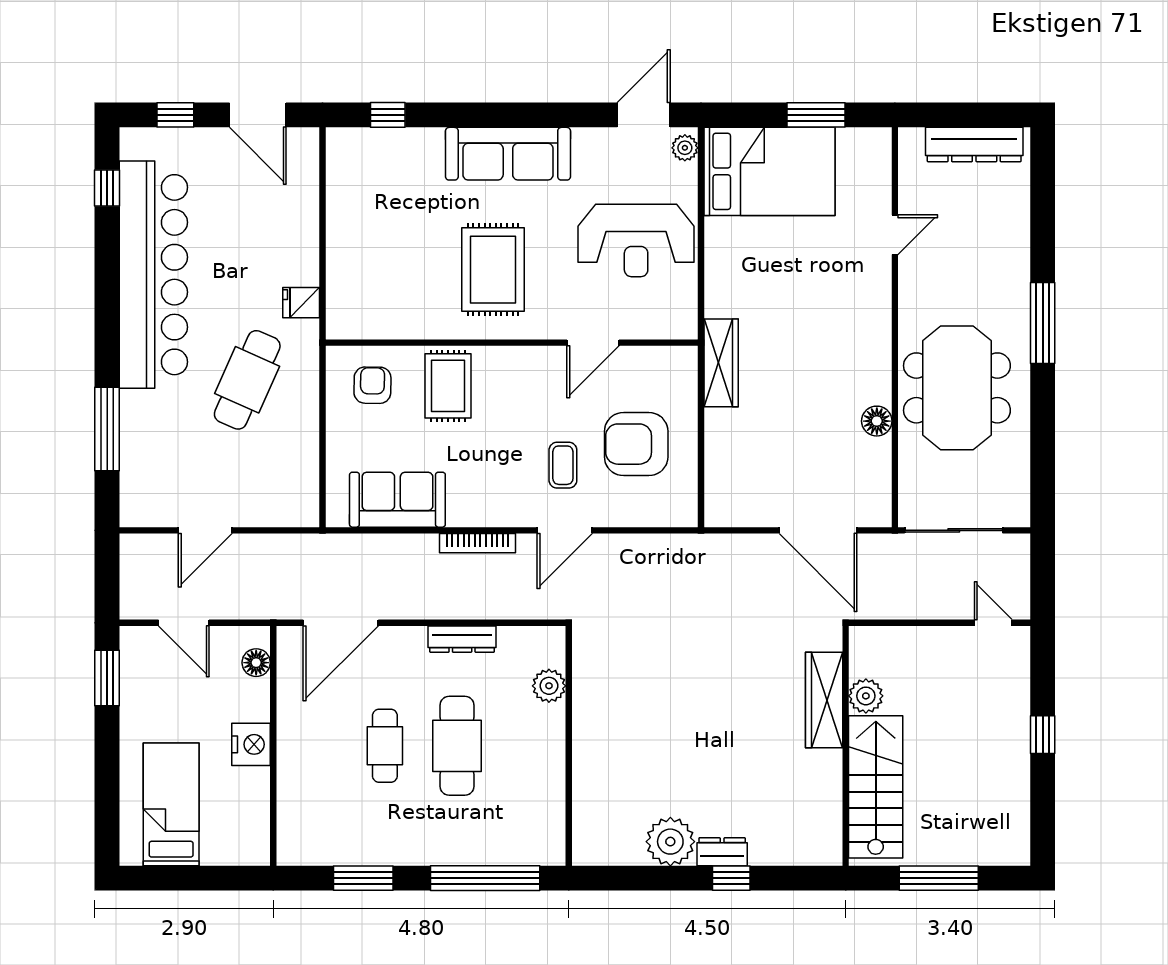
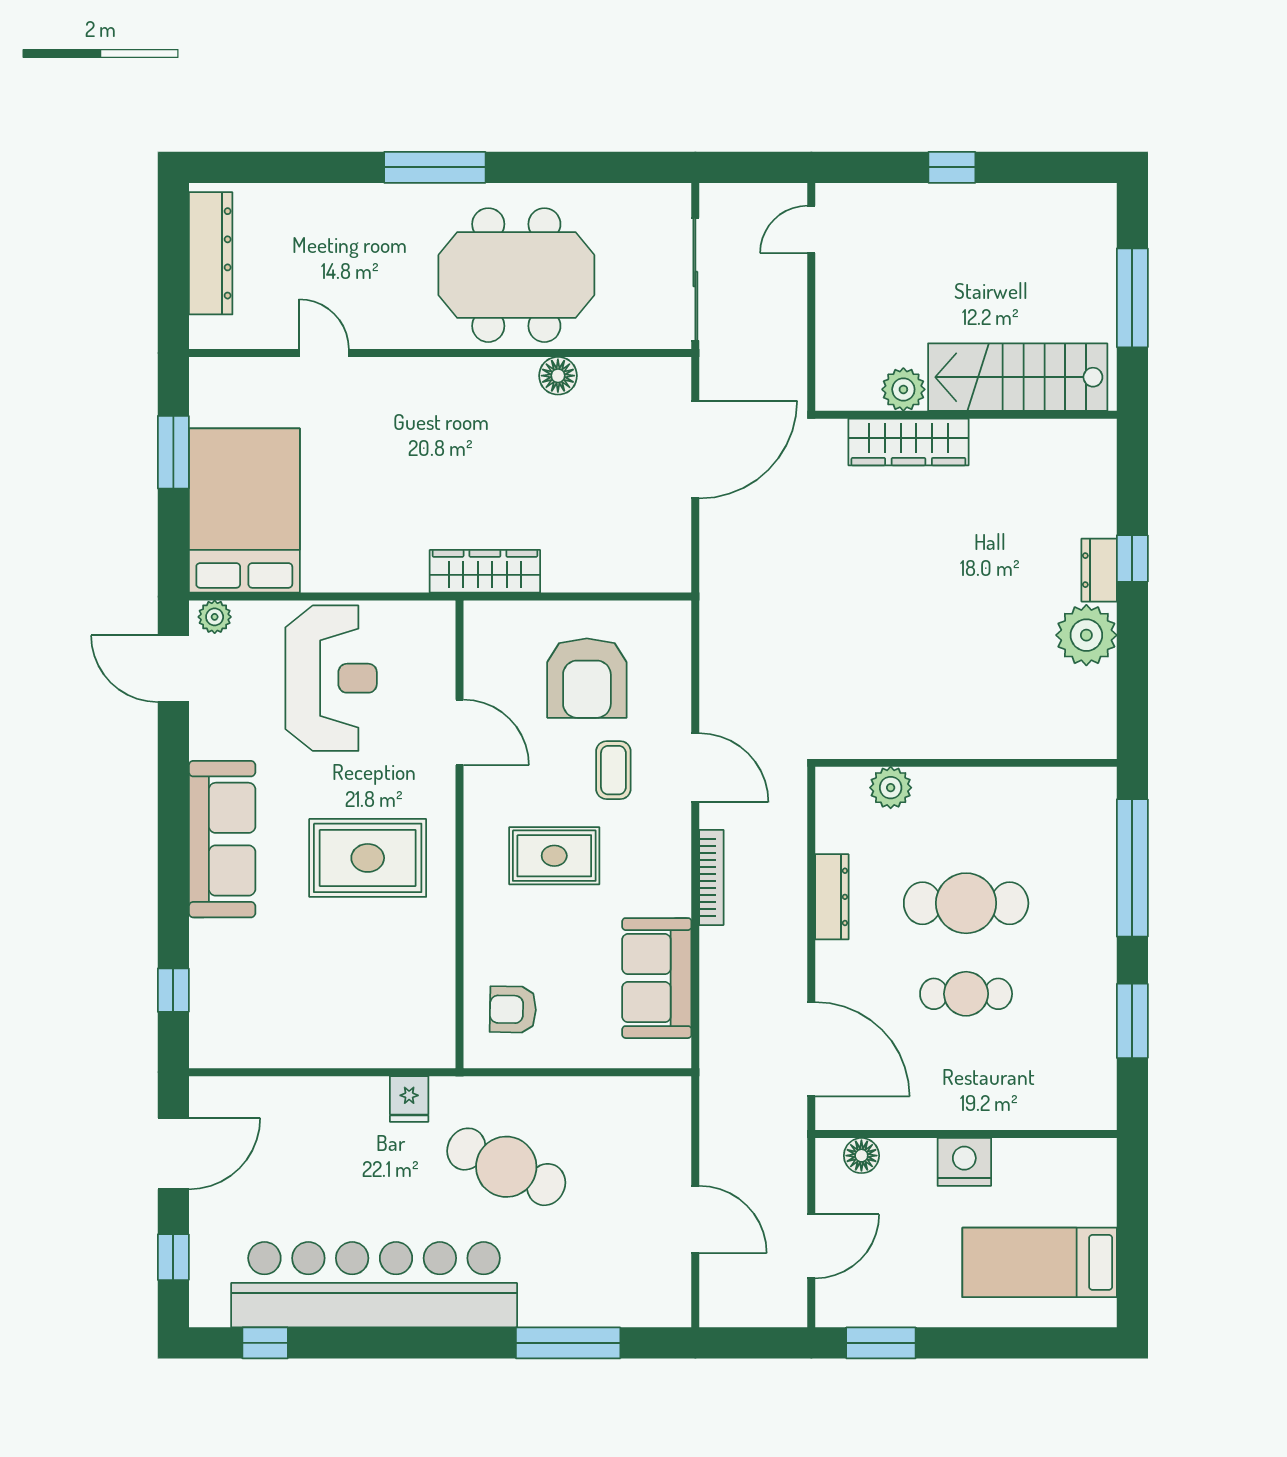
rug: (448, 386) -> (554, 856), moved
coffee table: (563, 465) -> (613, 770), turned 90

